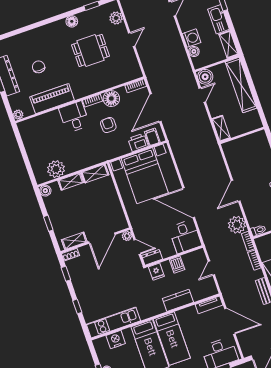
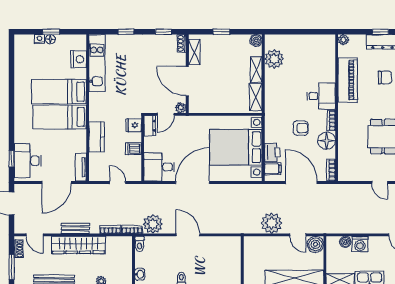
plant: (200, 121) -> (272, 223), added
shelving: (221, 128) -> (257, 242), removed

